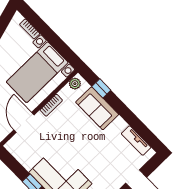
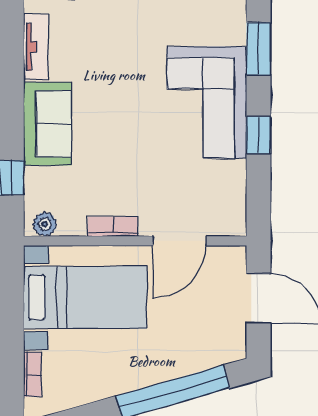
sofa: (97, 108) -> (48, 124), moved

